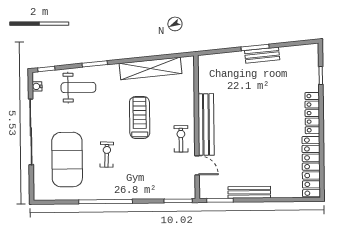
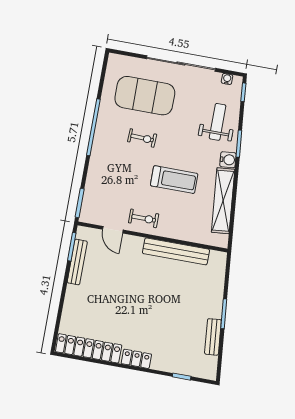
bench: (262, 55) -> (213, 337), moved
water cooler: (112, 71) -> (228, 160), added
weight bench: (78, 88) -> (218, 122), turned 180
locker: (312, 113) -> (136, 359), width x0.66
bench: (206, 124) -> (176, 251), moved
door: (197, 165) -> (113, 230), hinge flipped
bench: (249, 192) -> (77, 262), moved

